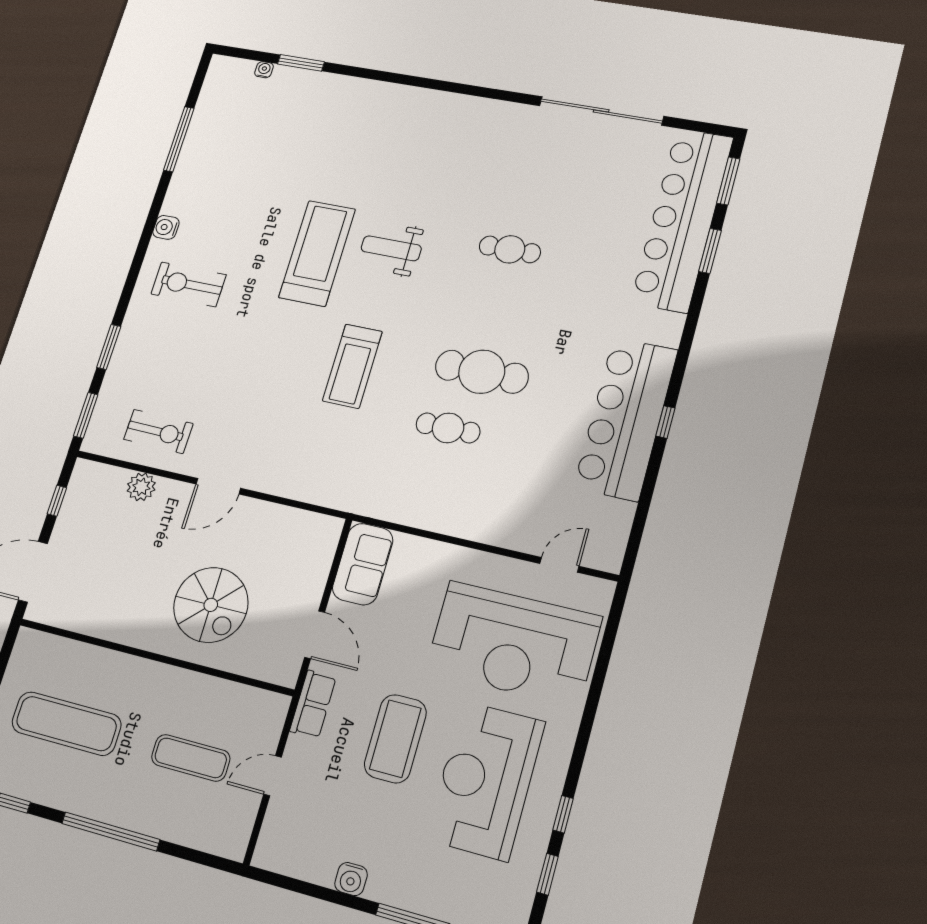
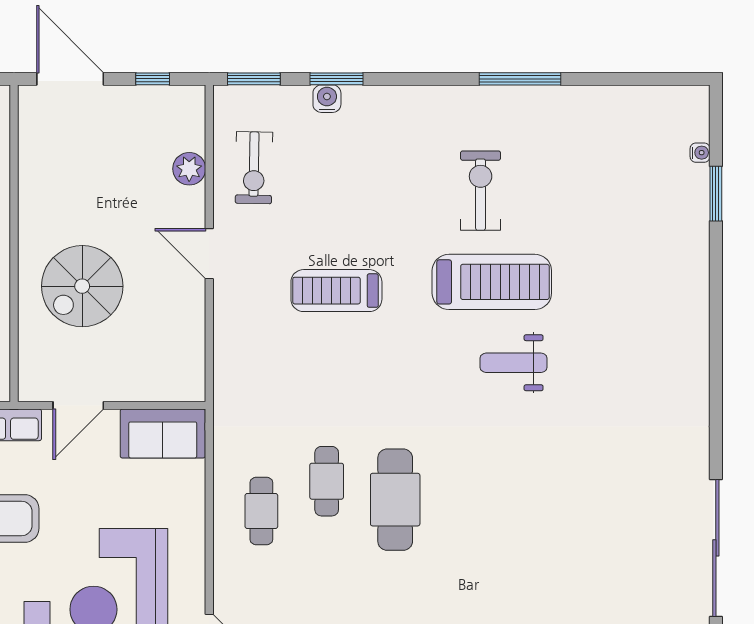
window: (179, 139) -> (520, 79), moved
water cooler: (166, 227) -> (327, 99), moved
weight bench: (391, 248) -> (514, 363), turned -90
cafe table: (510, 249) -> (261, 511), moved
exercise bike: (188, 284) -> (481, 191), moved
treadmill: (352, 366) -> (336, 291), moved

